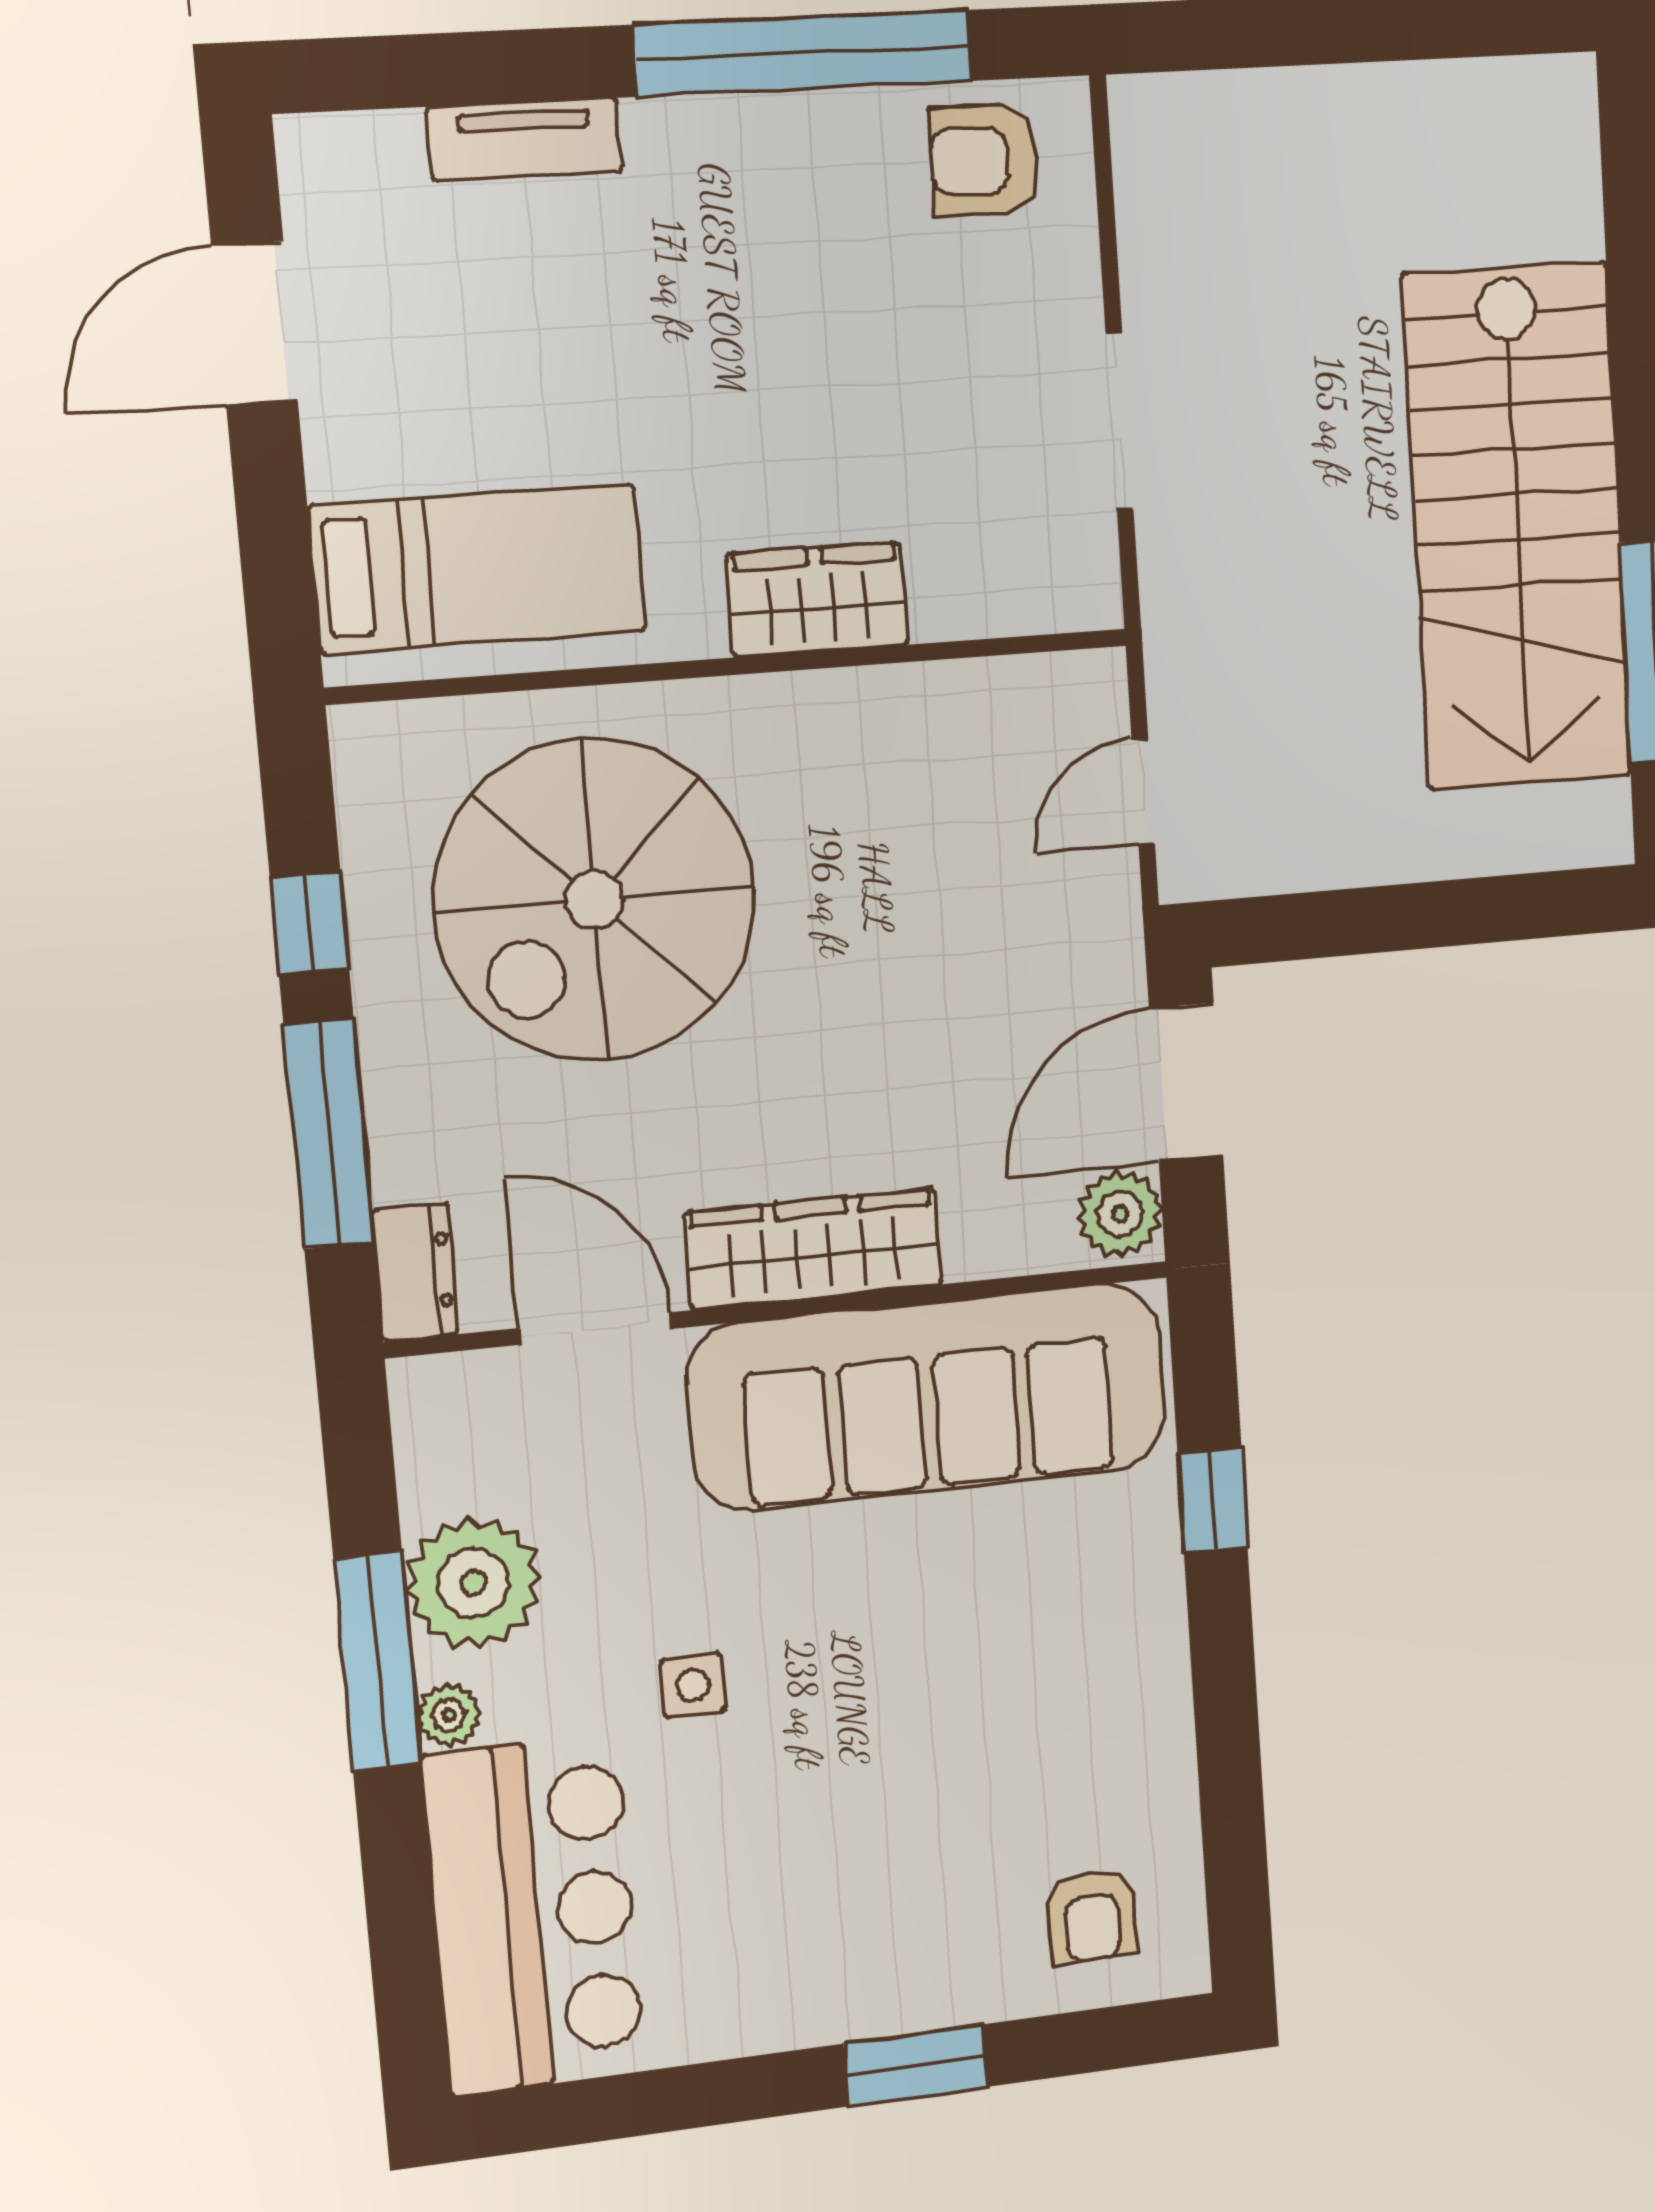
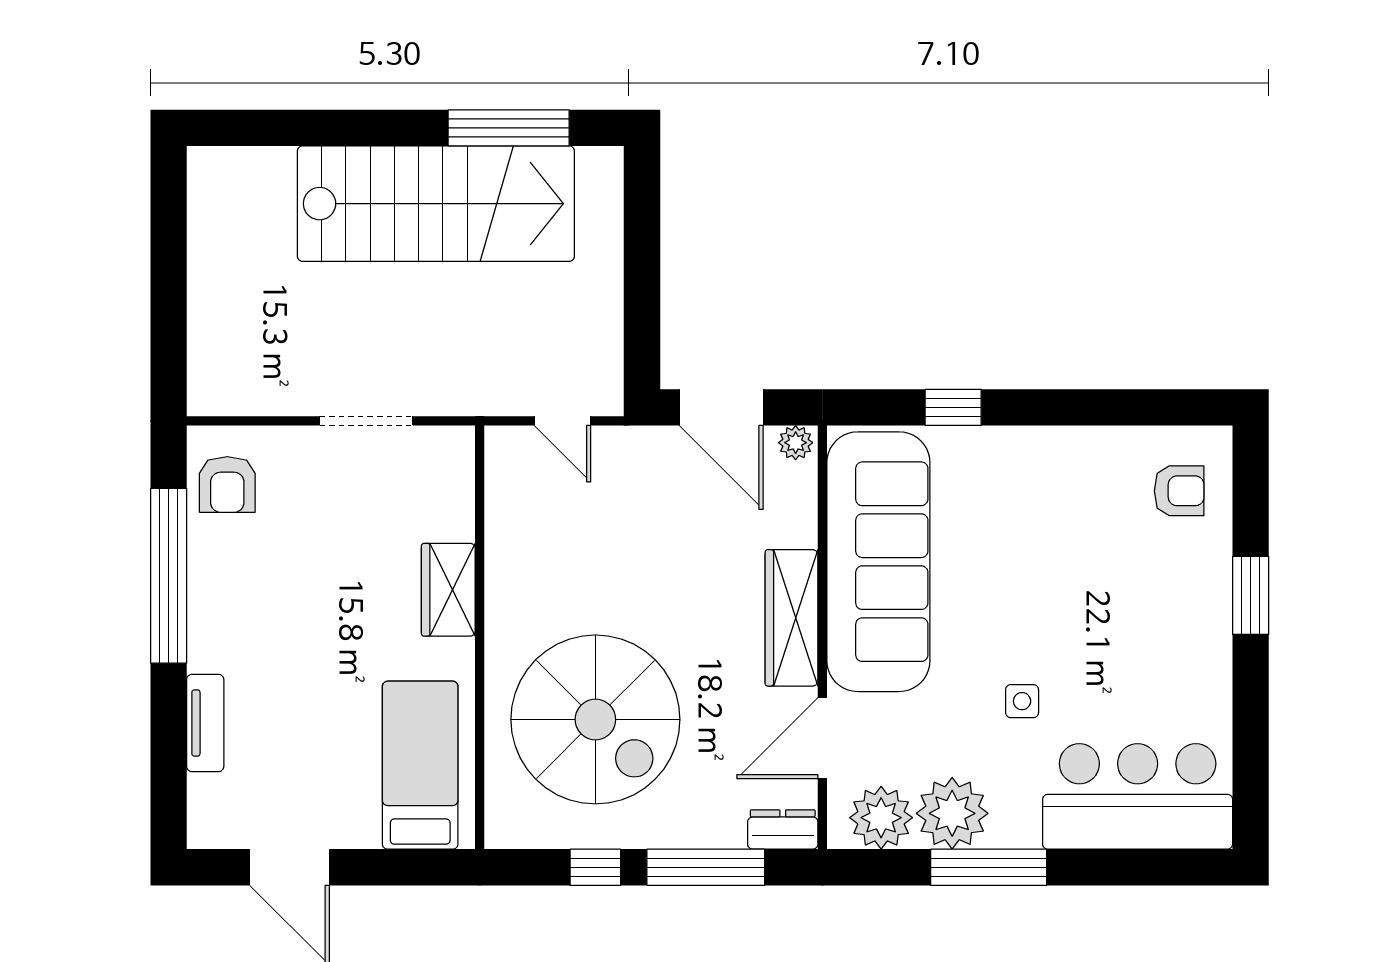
plant: (1120, 1214) -> (796, 443), width x0.73, depth x0.73
plant: (449, 1715) -> (881, 818), moved, width x1.87, depth x1.87

